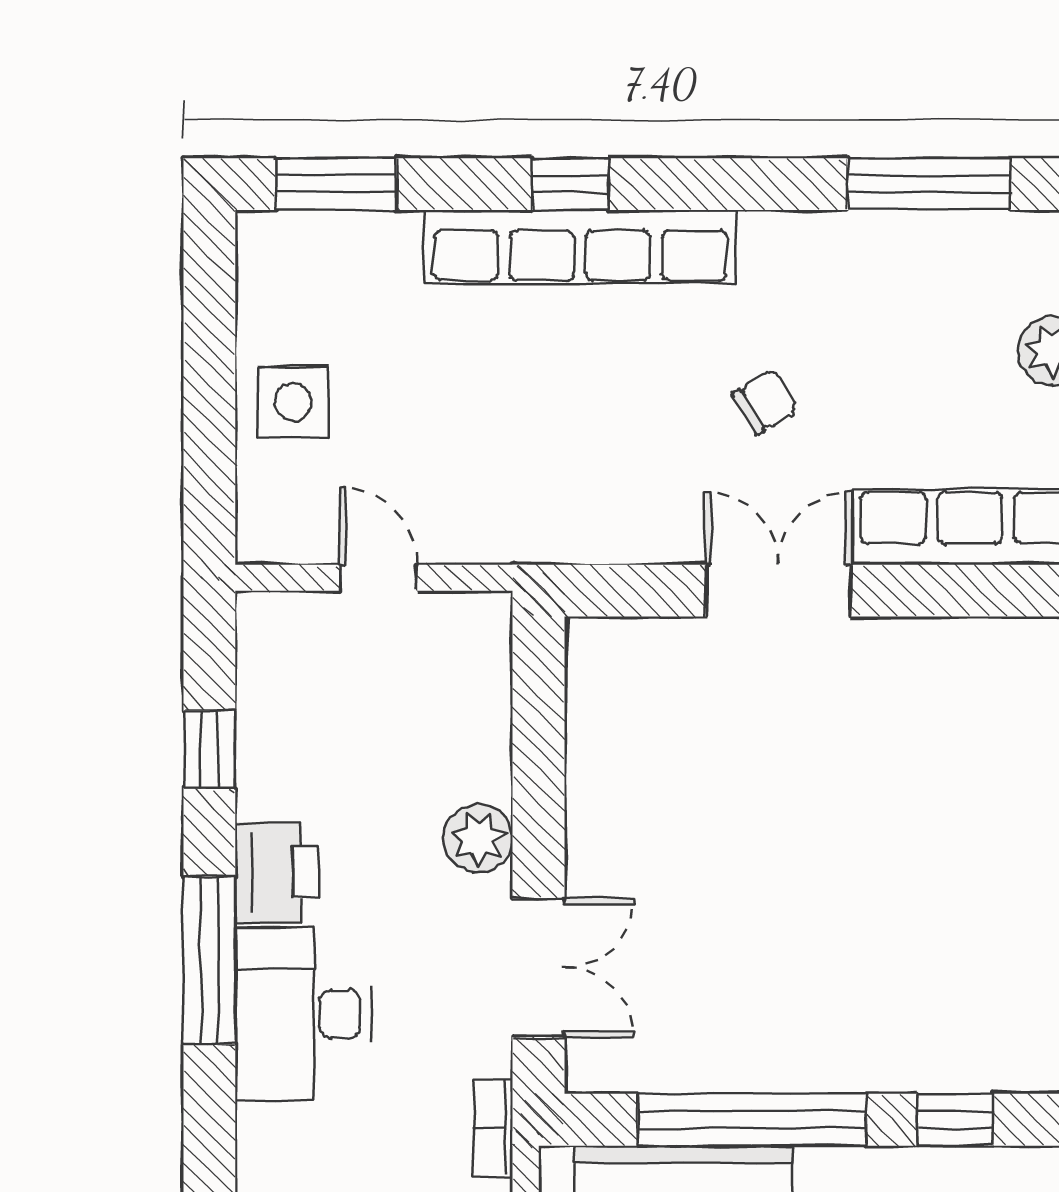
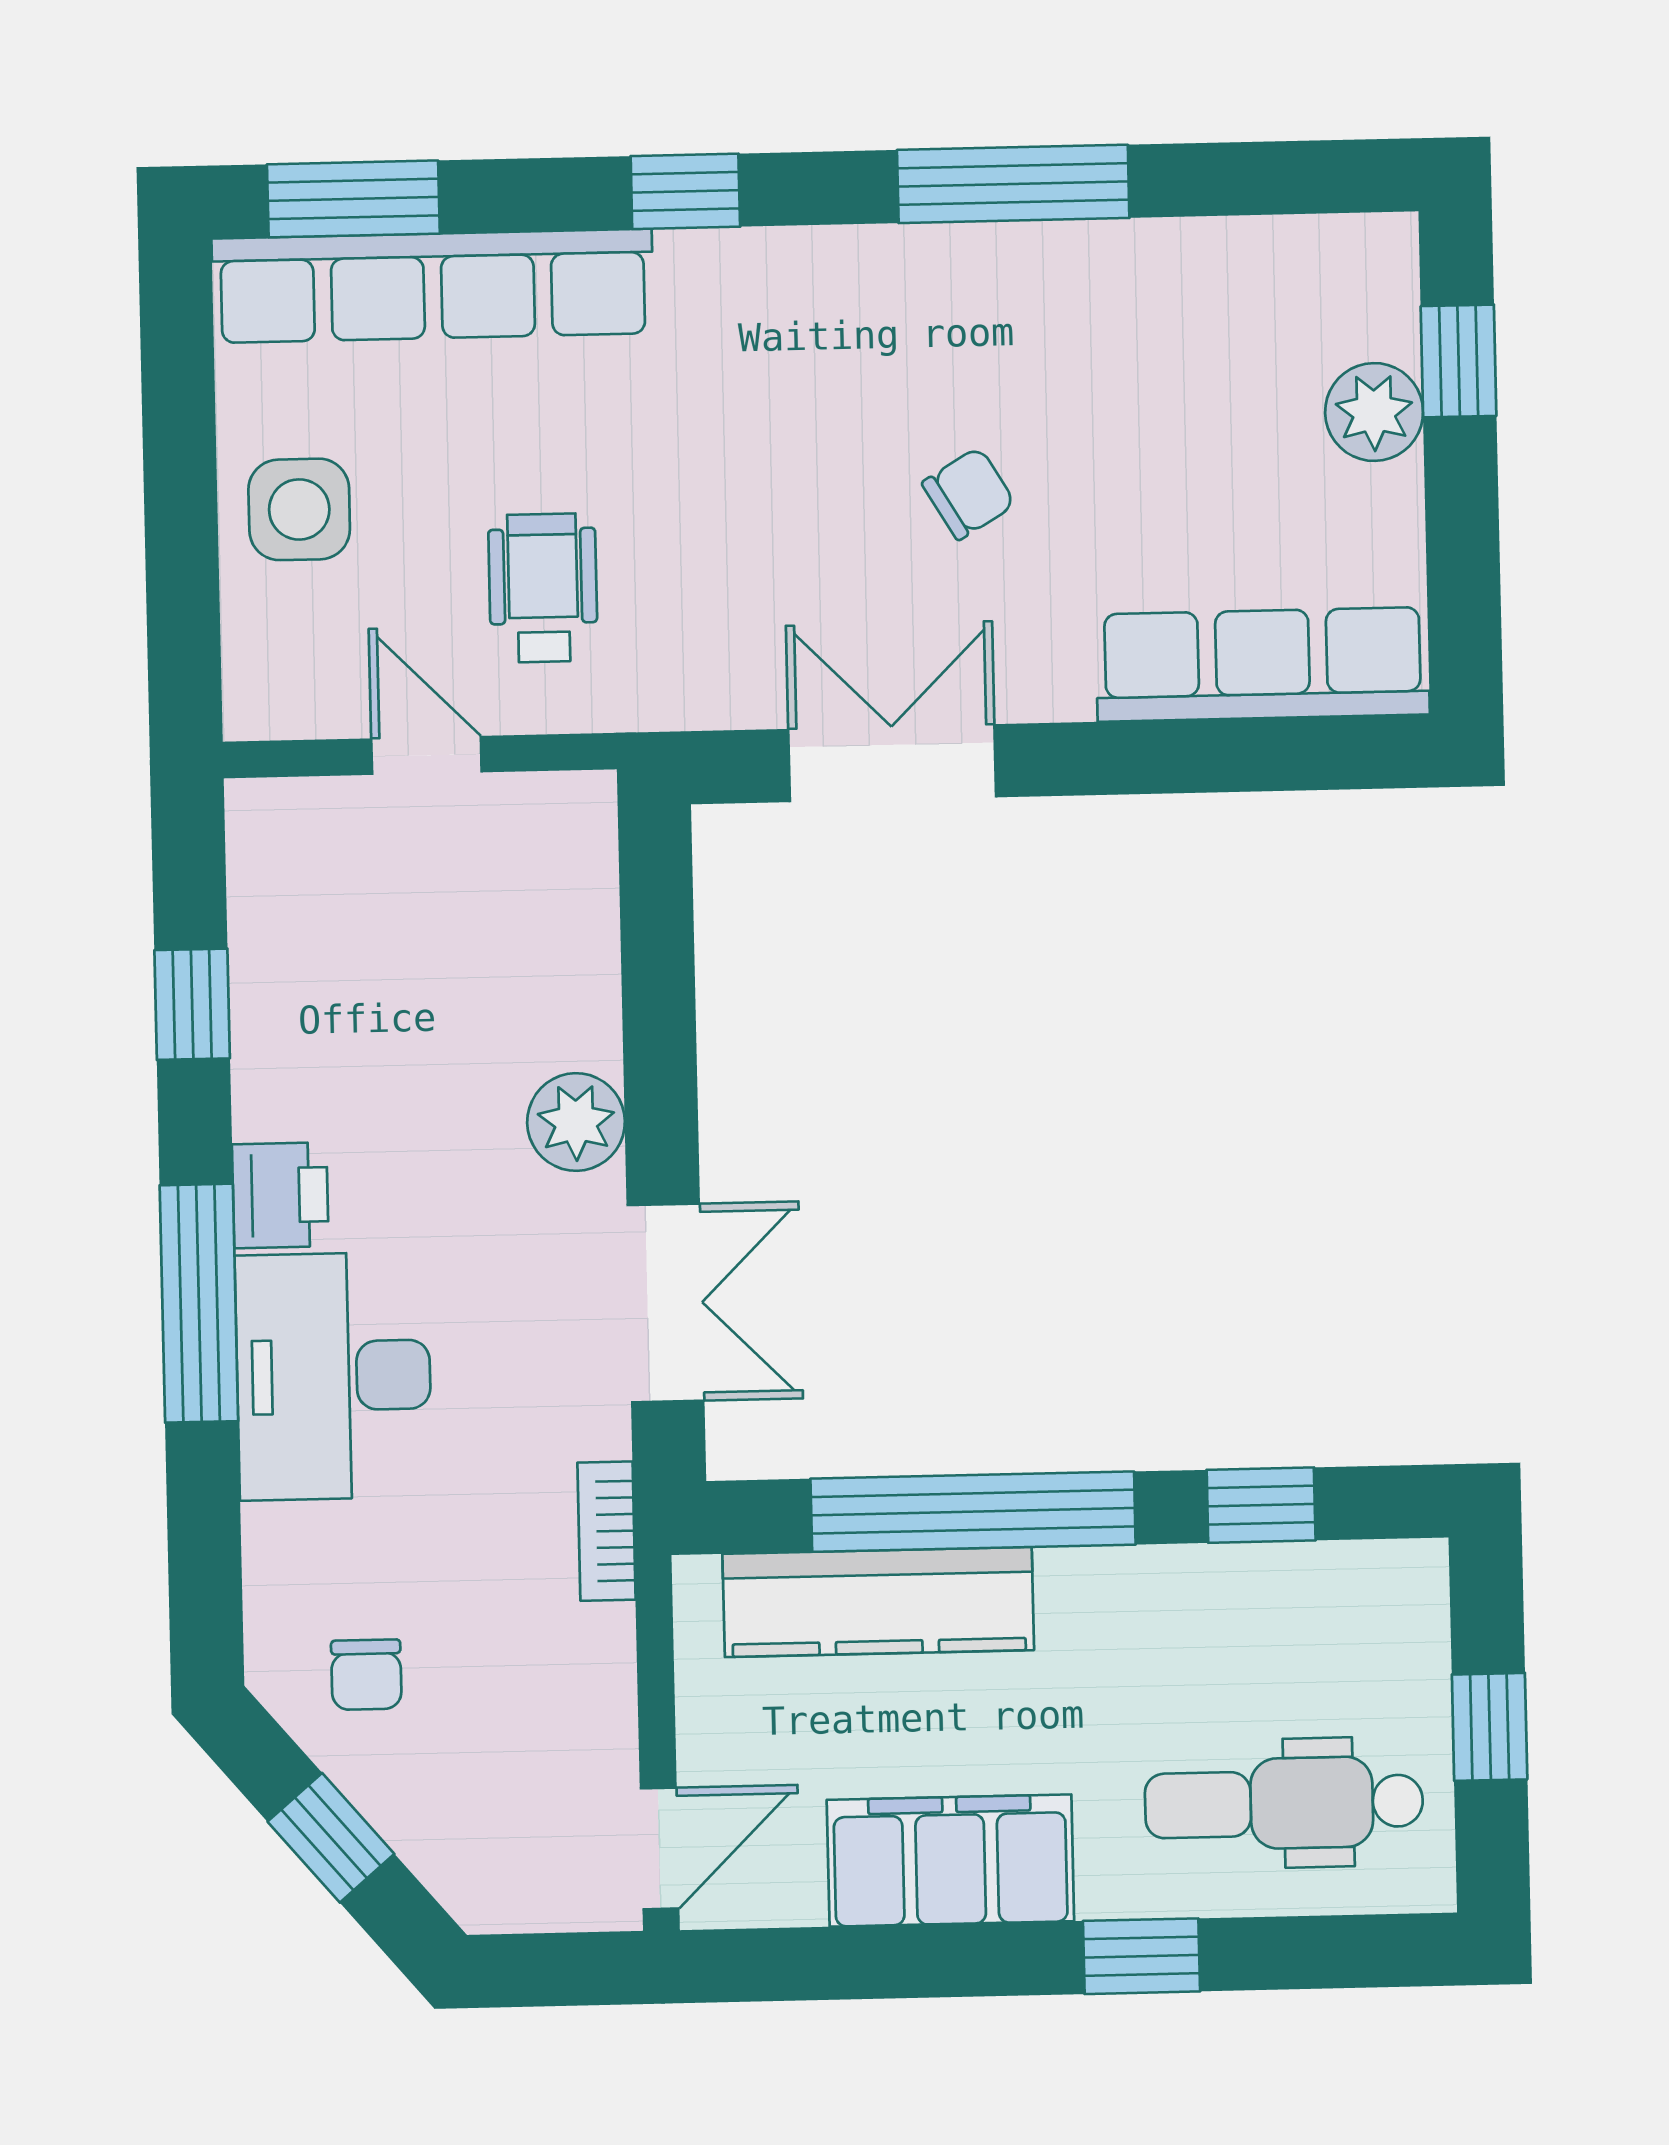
window: (929, 184) -> (1013, 184), moved
row of seats: (580, 247) -> (433, 286), moved
wheelchair: (464, 461) -> (543, 588), added
double door: (778, 591) -> (892, 763), moved
printer: (277, 872) -> (280, 1195), width x0.73, depth x0.81

